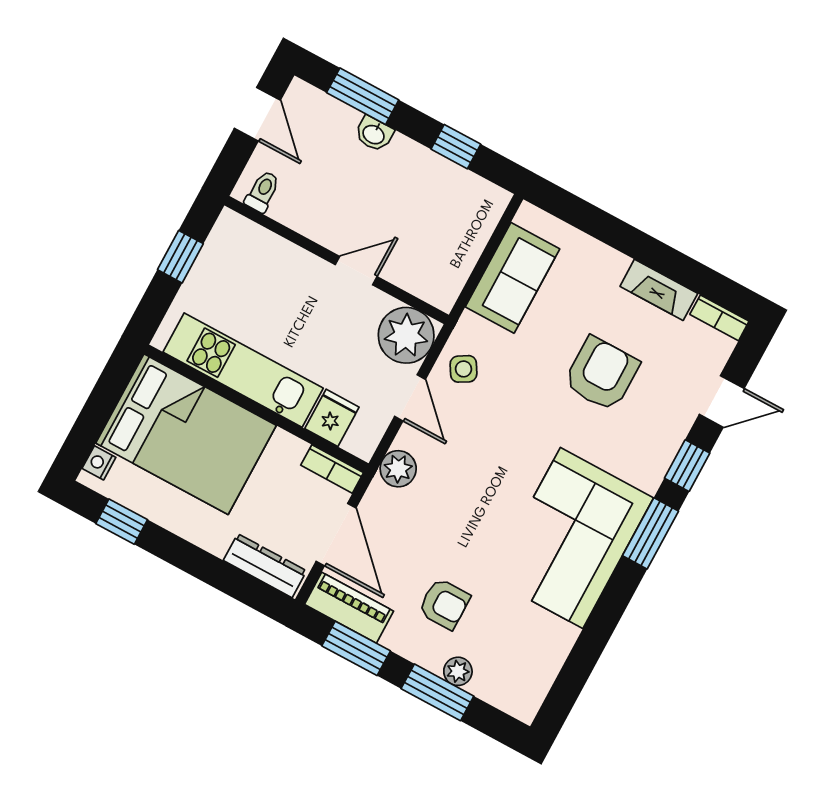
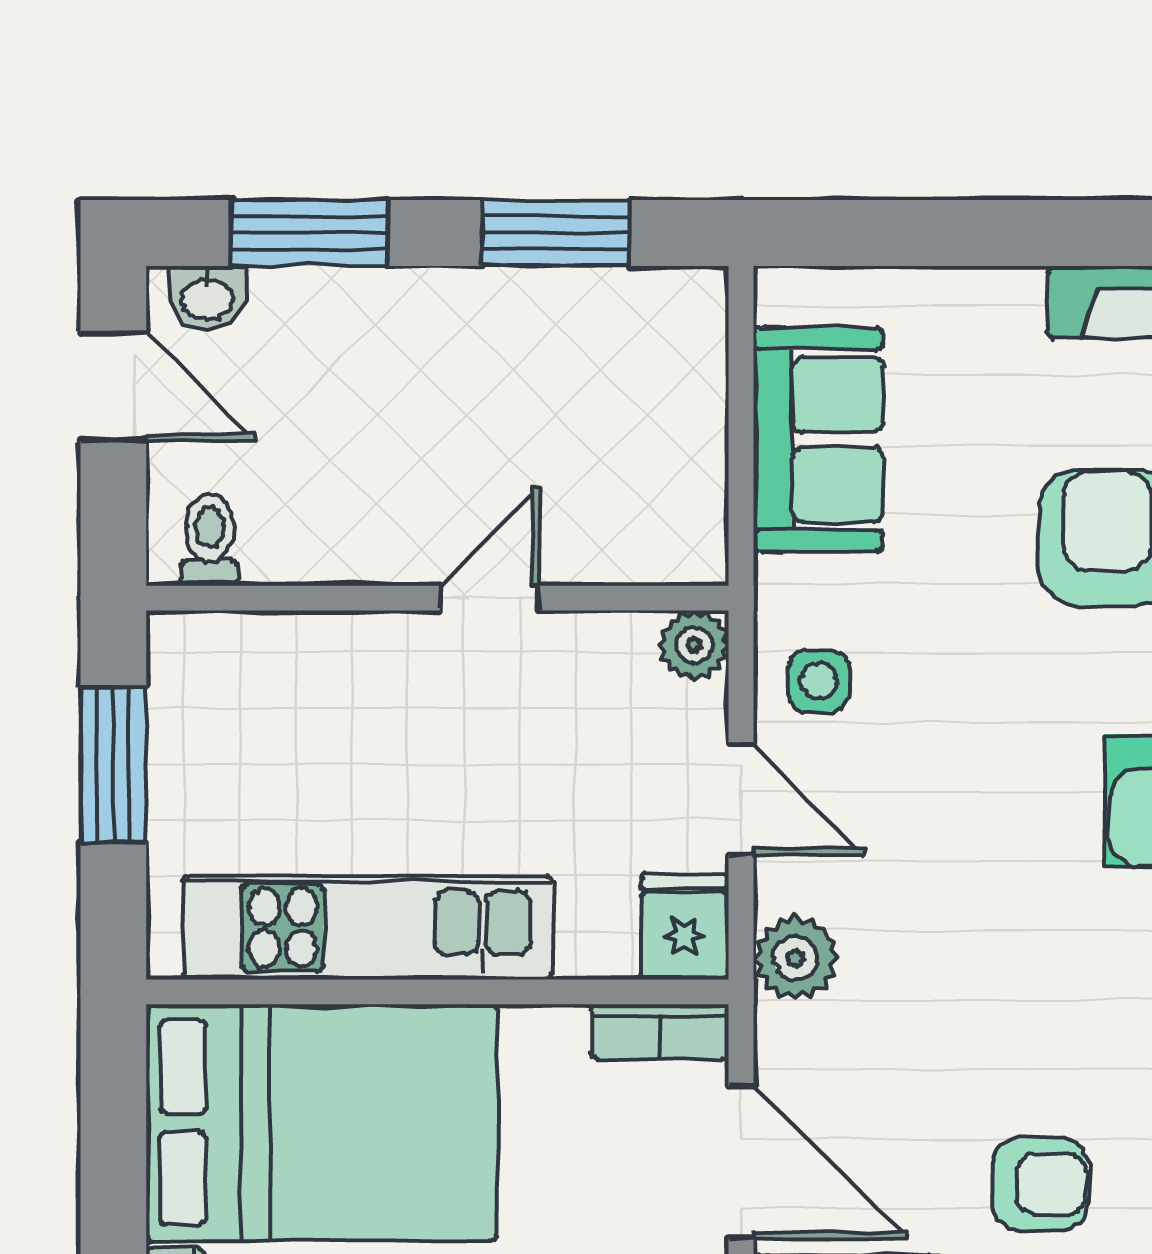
washbasin: (374, 134) -> (207, 298), moved
window: (456, 147) -> (556, 233), width x1.50
window: (180, 257) -> (113, 764), width x1.50
plant: (406, 335) -> (694, 645), width x0.53, depth x0.53
side table: (463, 369) -> (819, 681), turned 31
fridge: (332, 418) -> (685, 927), moved

